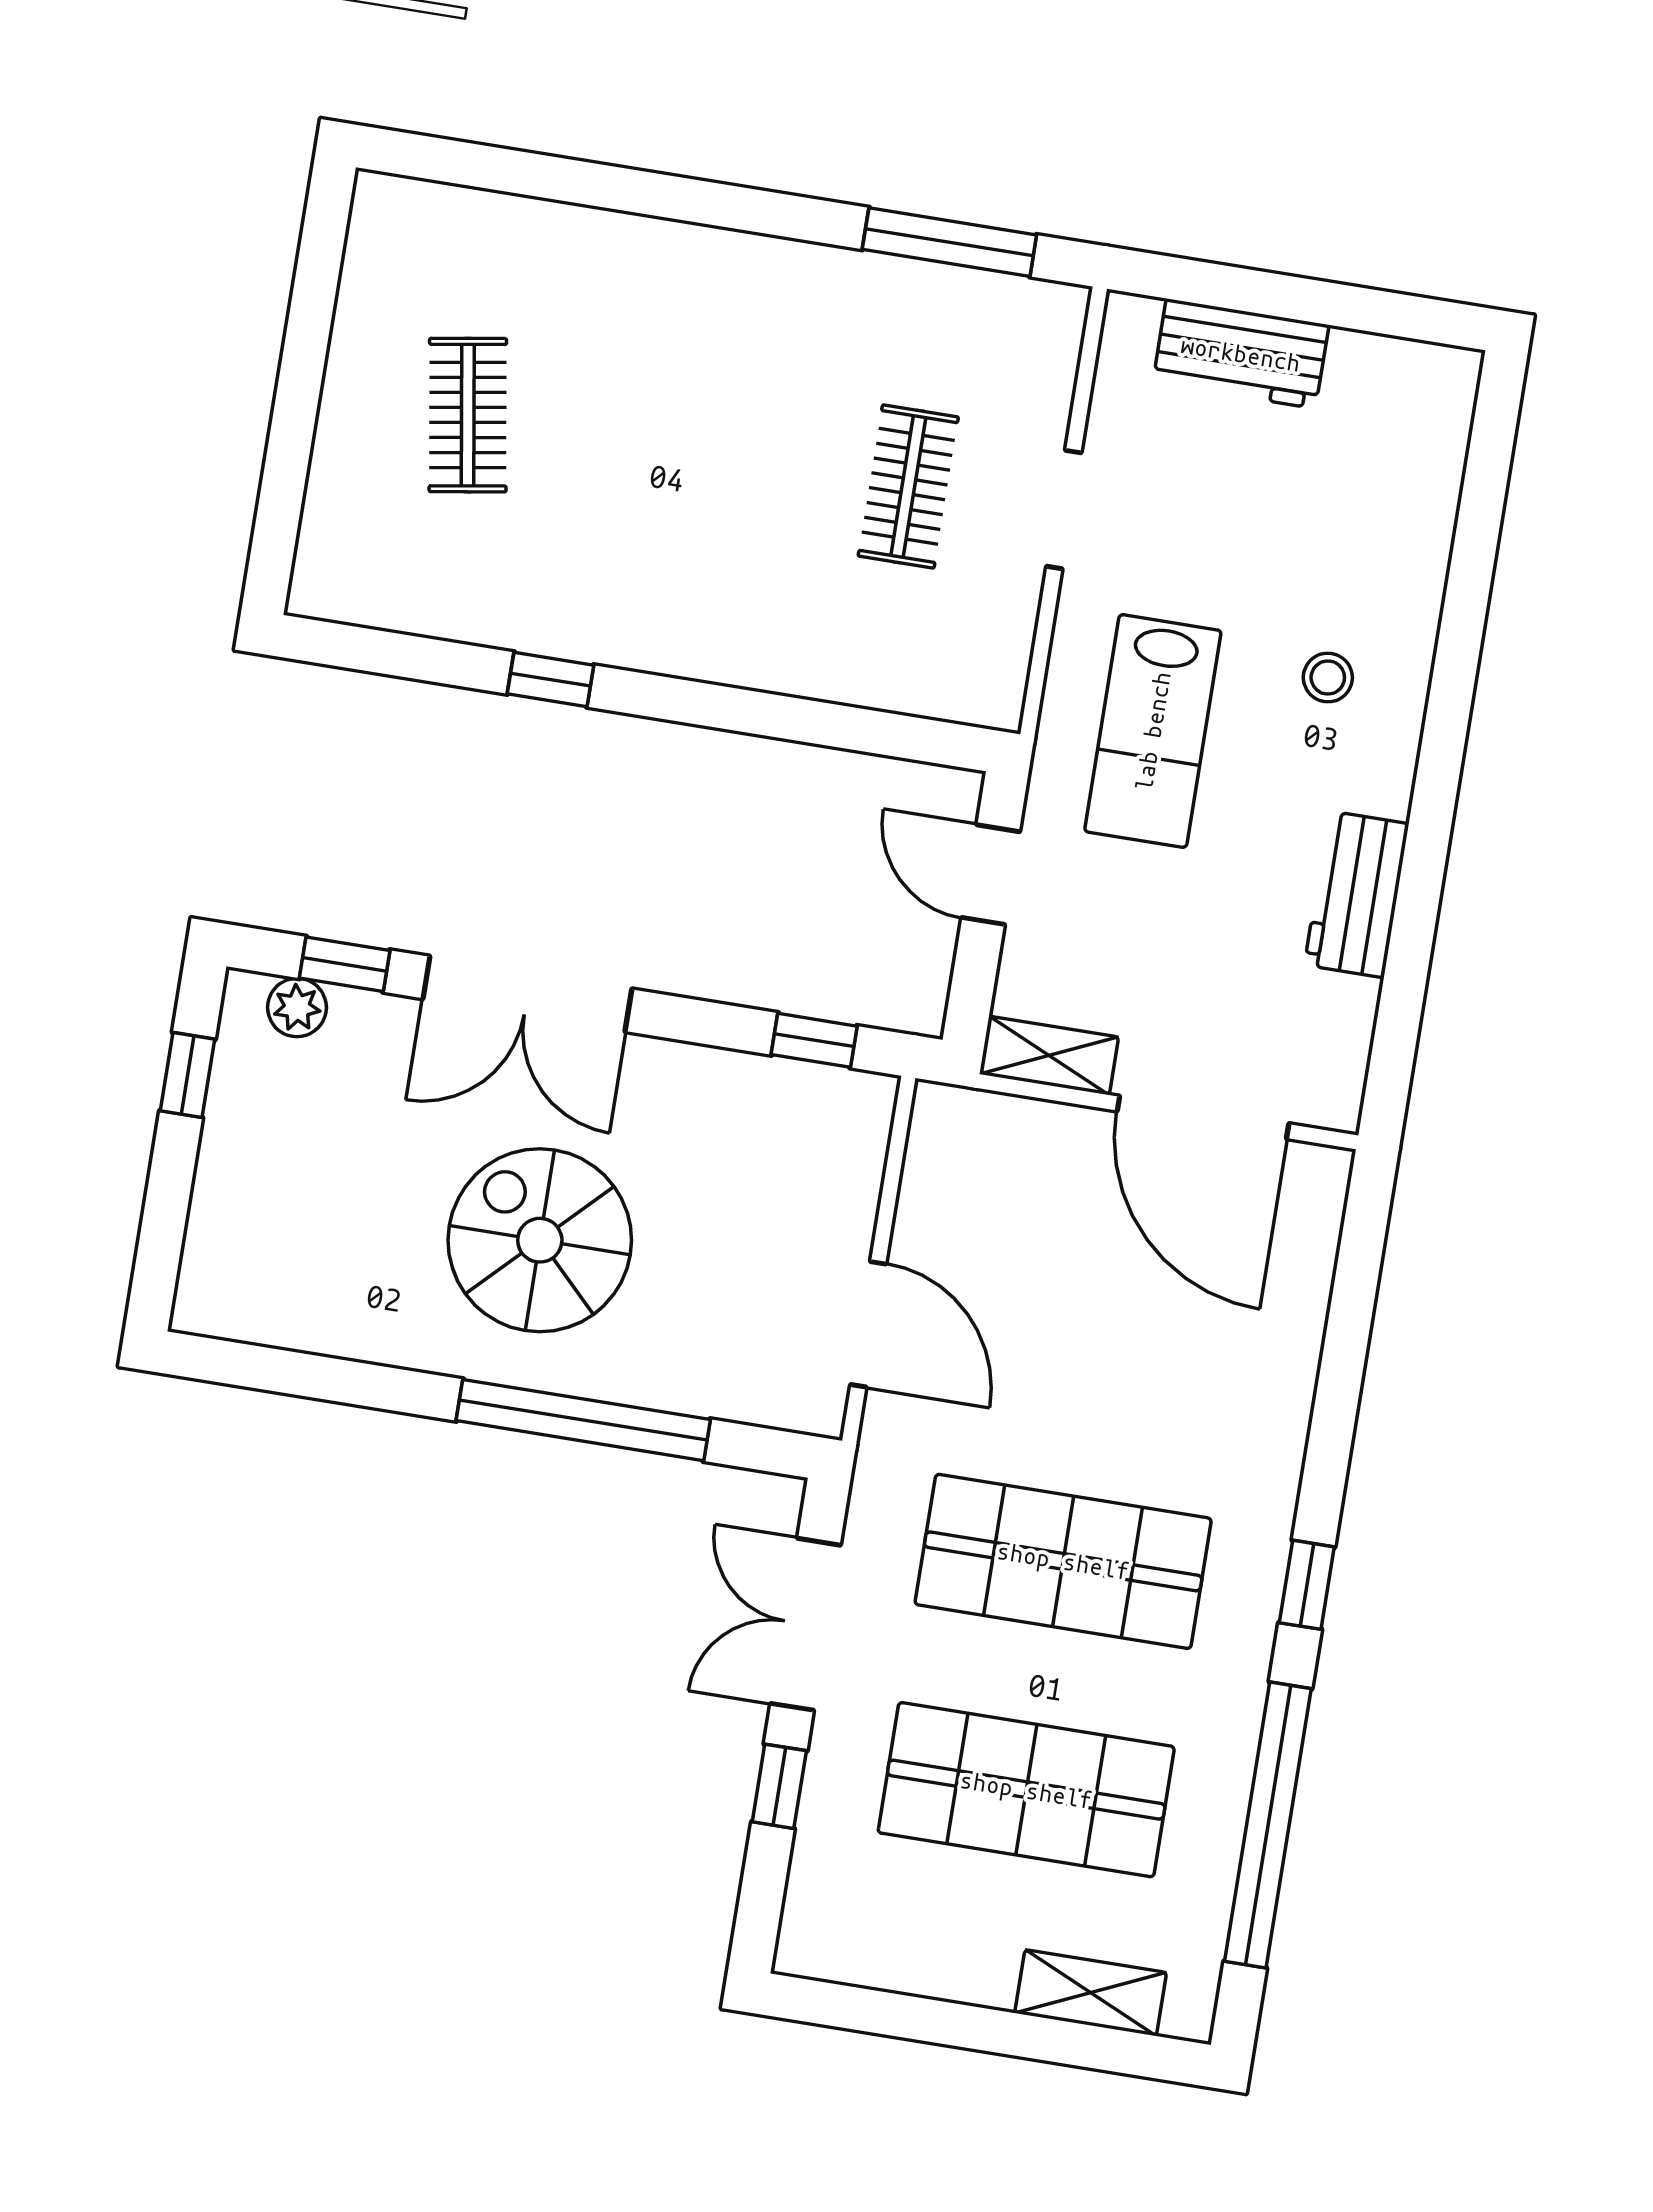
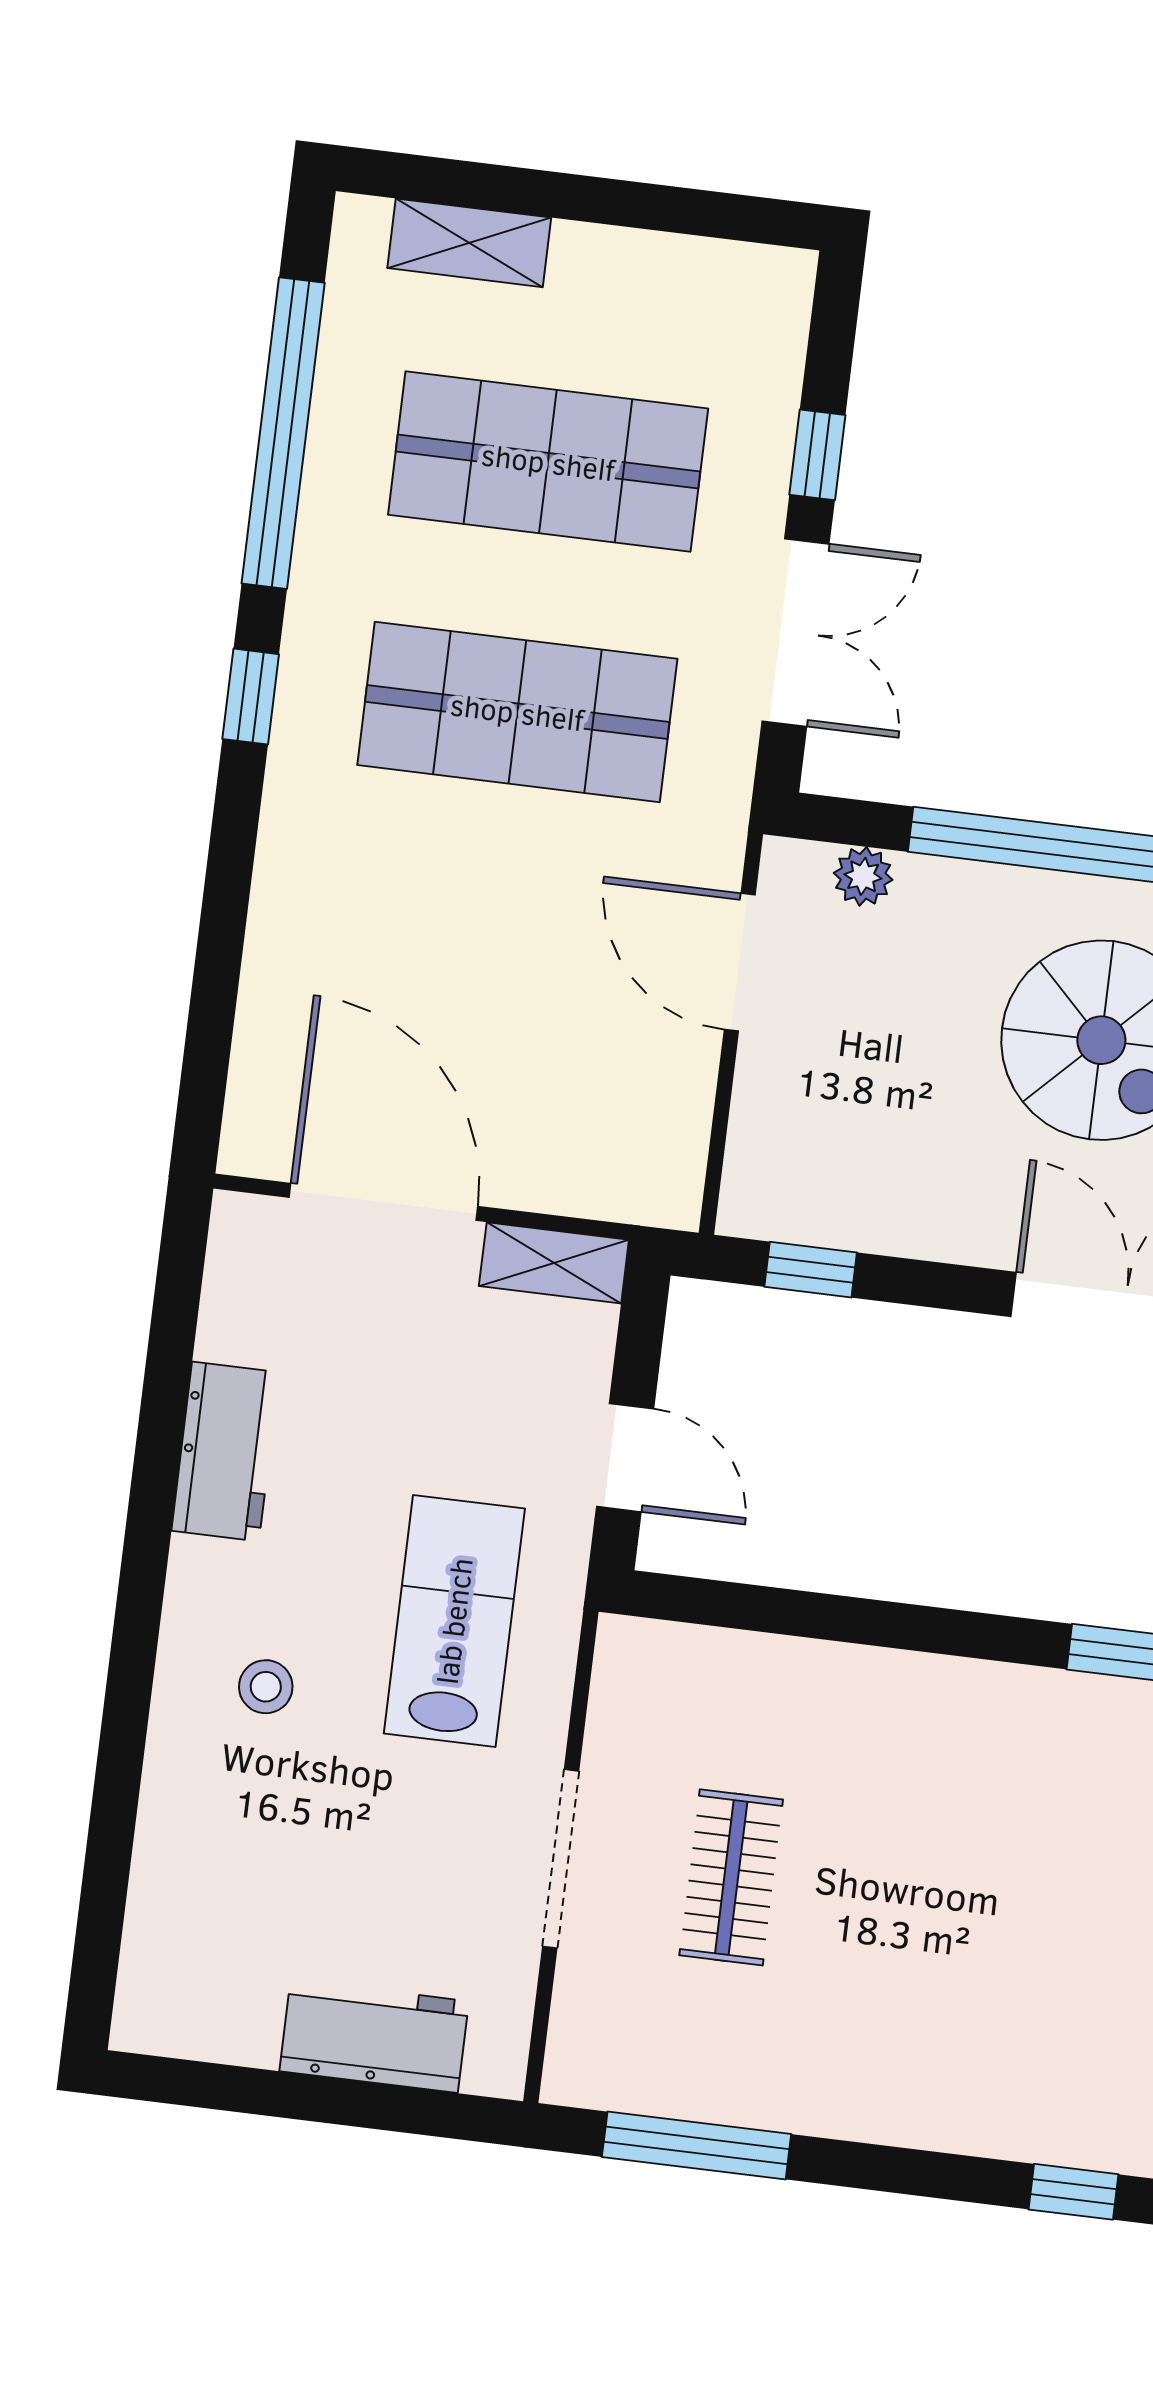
window: (606, 186) -> (1073, 2192), added
doorway: (1064, 509) -> (561, 1859), width x1.38
plant: (752, 1399) -> (863, 876), added

